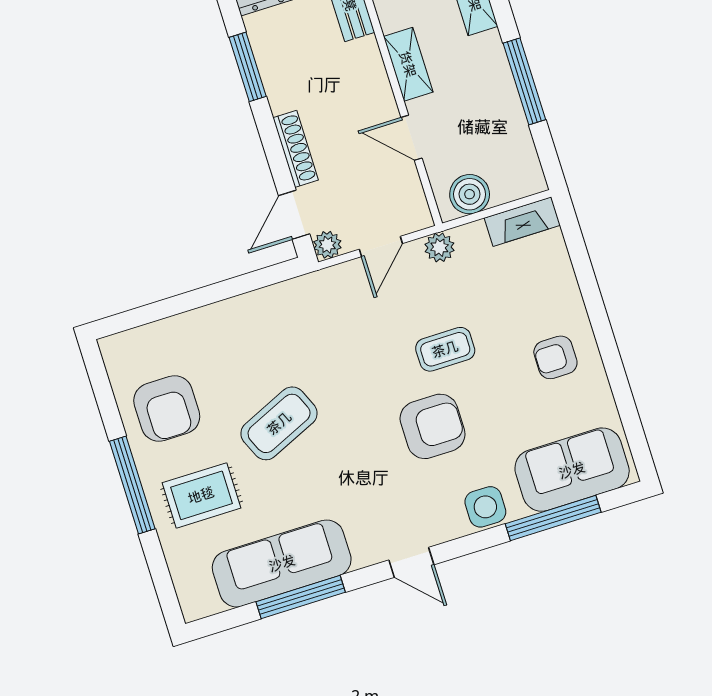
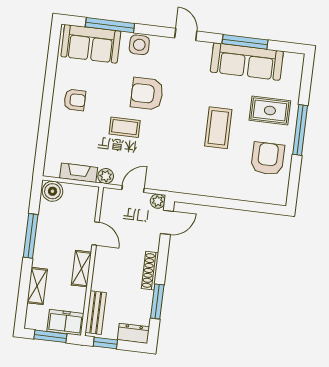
shoe rack: (296, 149) -> (150, 271), moved
boiler: (470, 194) -> (52, 191), moved
fireplace: (522, 222) -> (79, 173), moved
coffee table: (279, 423) -> (218, 128), turned -66

